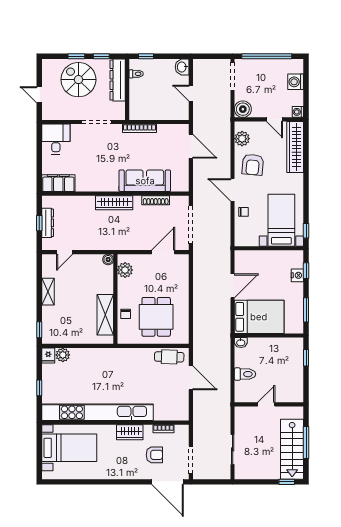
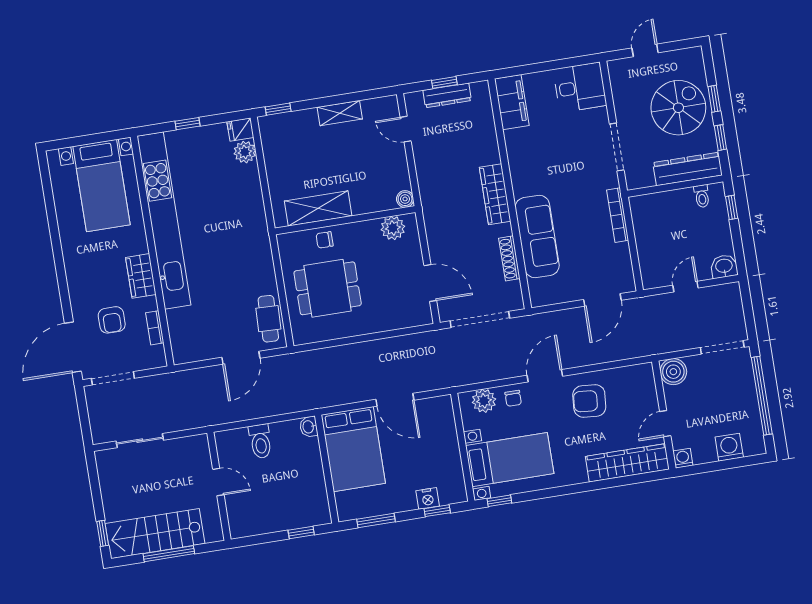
plant: (242, 139) -> (484, 401), moved

